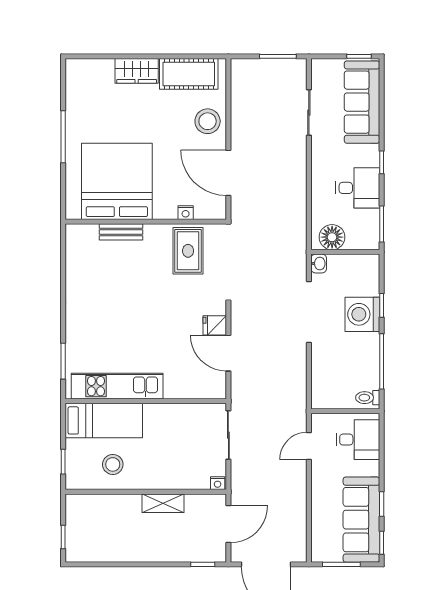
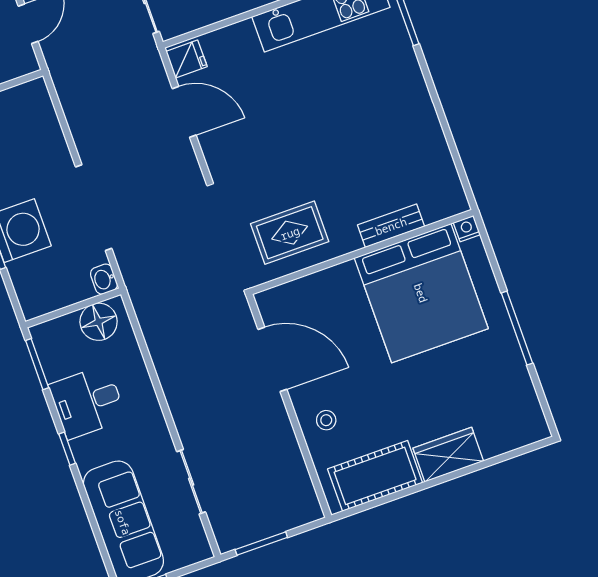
stool: (208, 121) -> (326, 420), width x0.53, depth x0.53
nightstand: (186, 213) -> (467, 229), moved
rug: (188, 251) -> (290, 233), turned 90
fridge: (215, 325) -> (187, 59), moved

